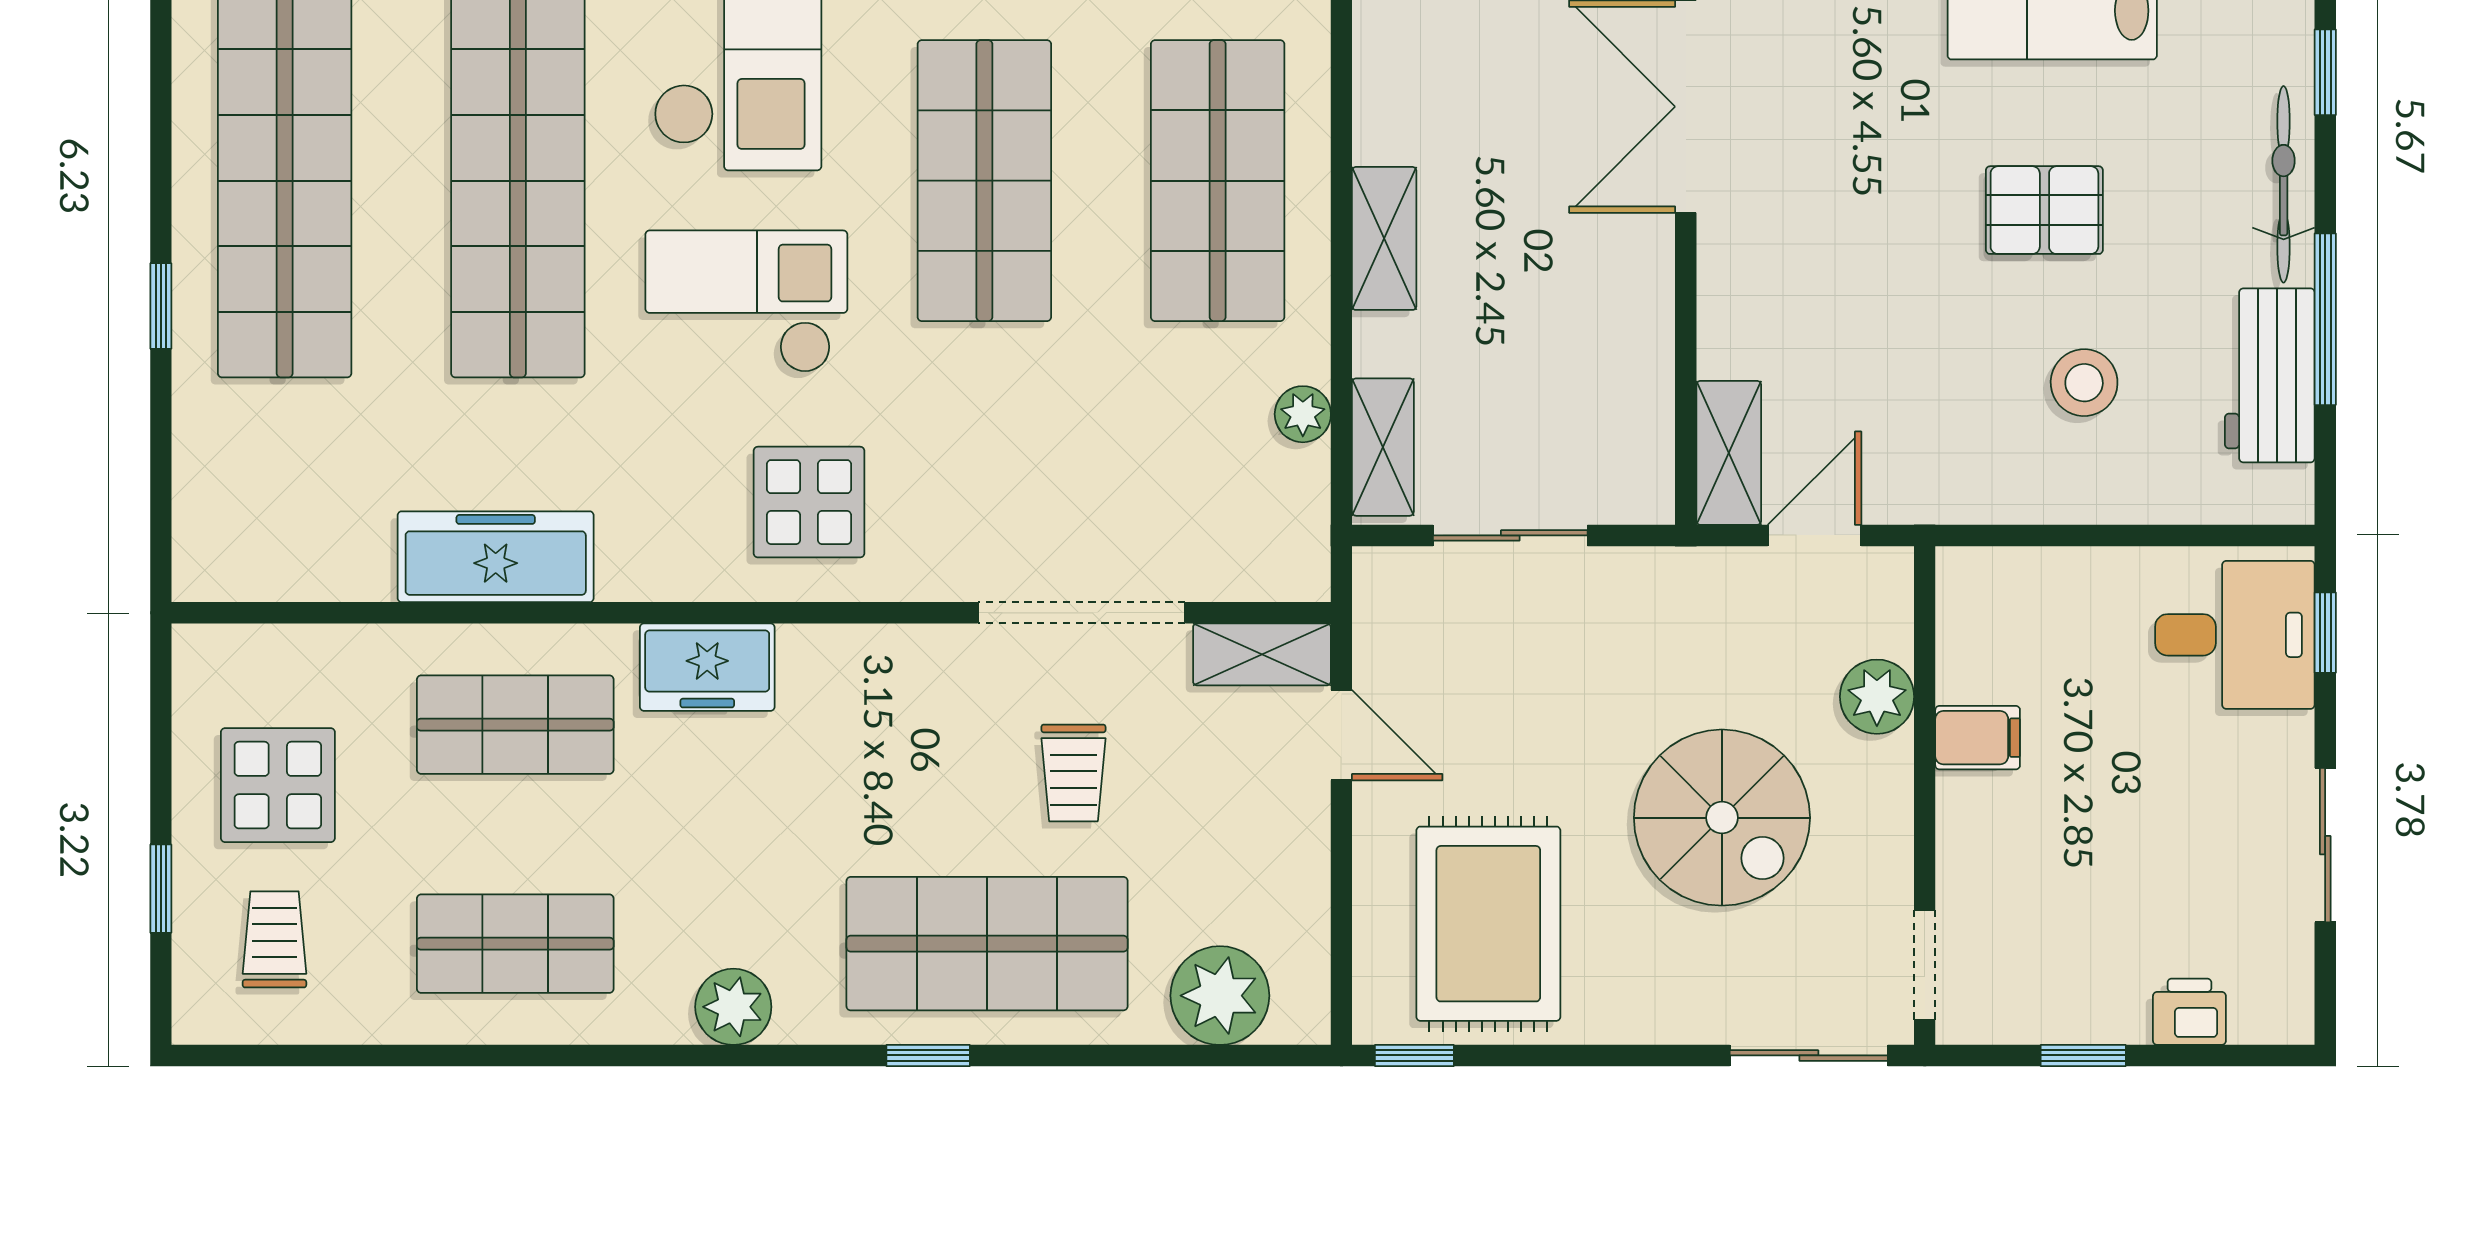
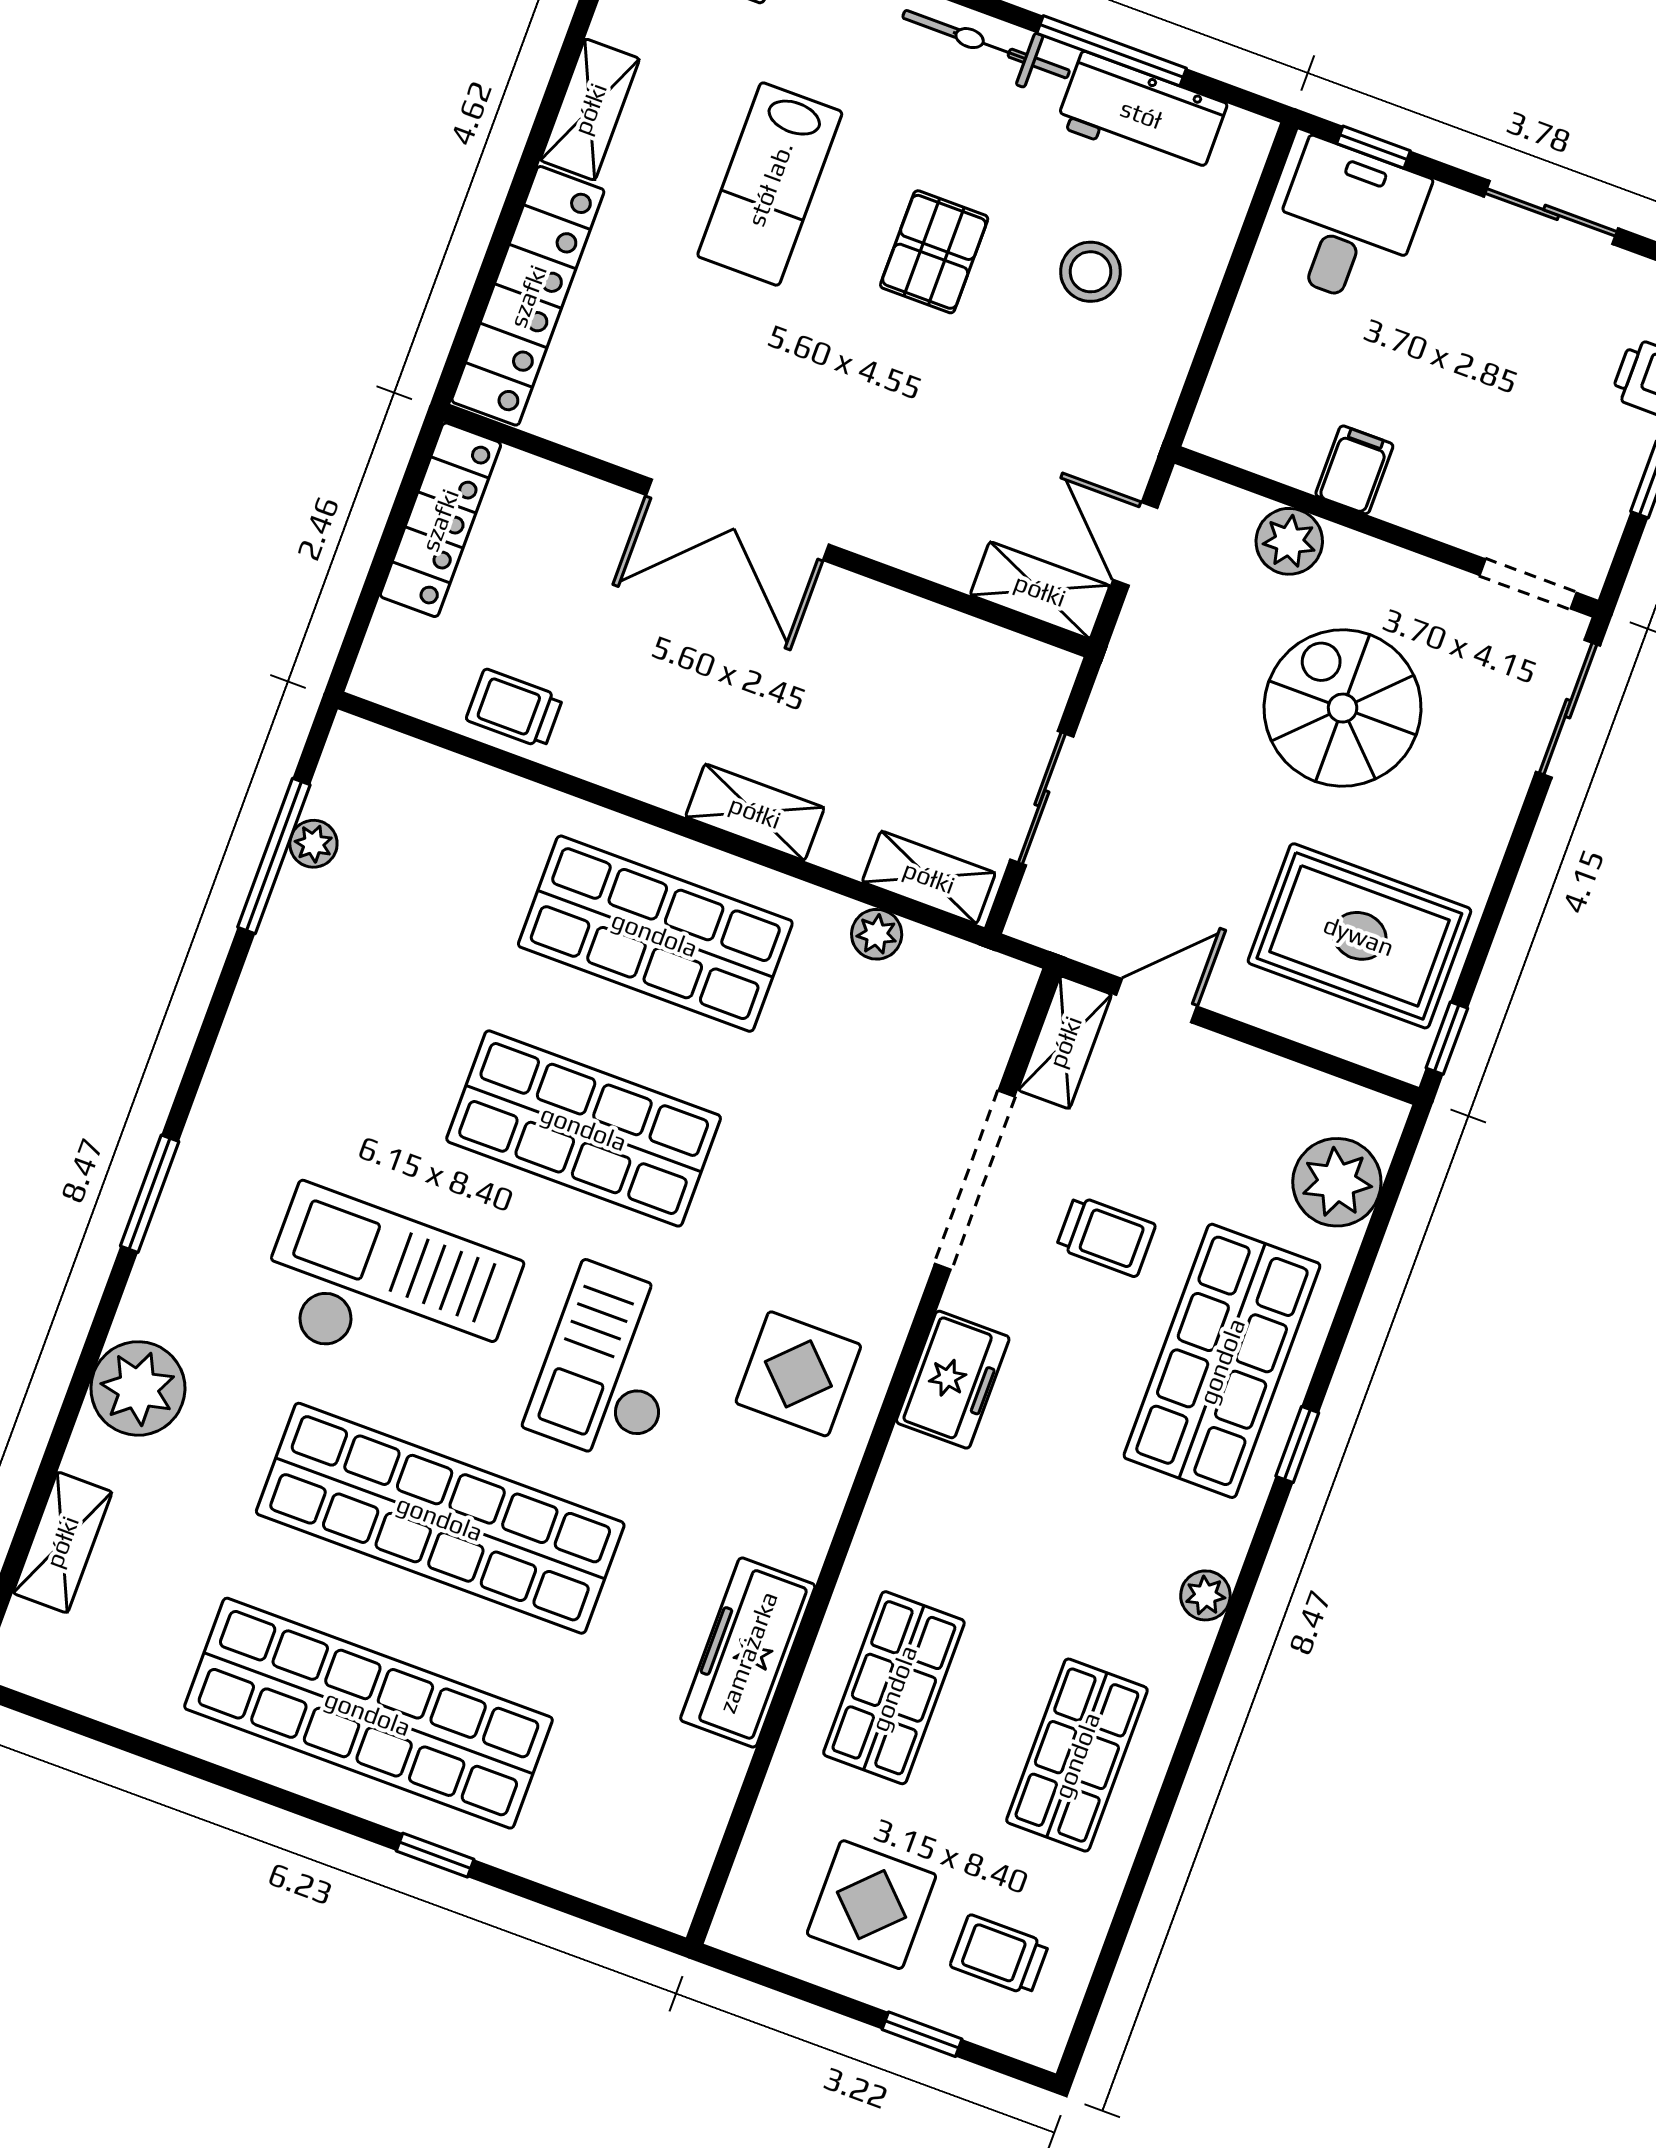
freezer: (707, 667) -> (953, 1380), moved
spiral stairs: (1722, 818) -> (1343, 708), turned -90
plant: (733, 1007) -> (1205, 1595), width x0.73, depth x0.73

